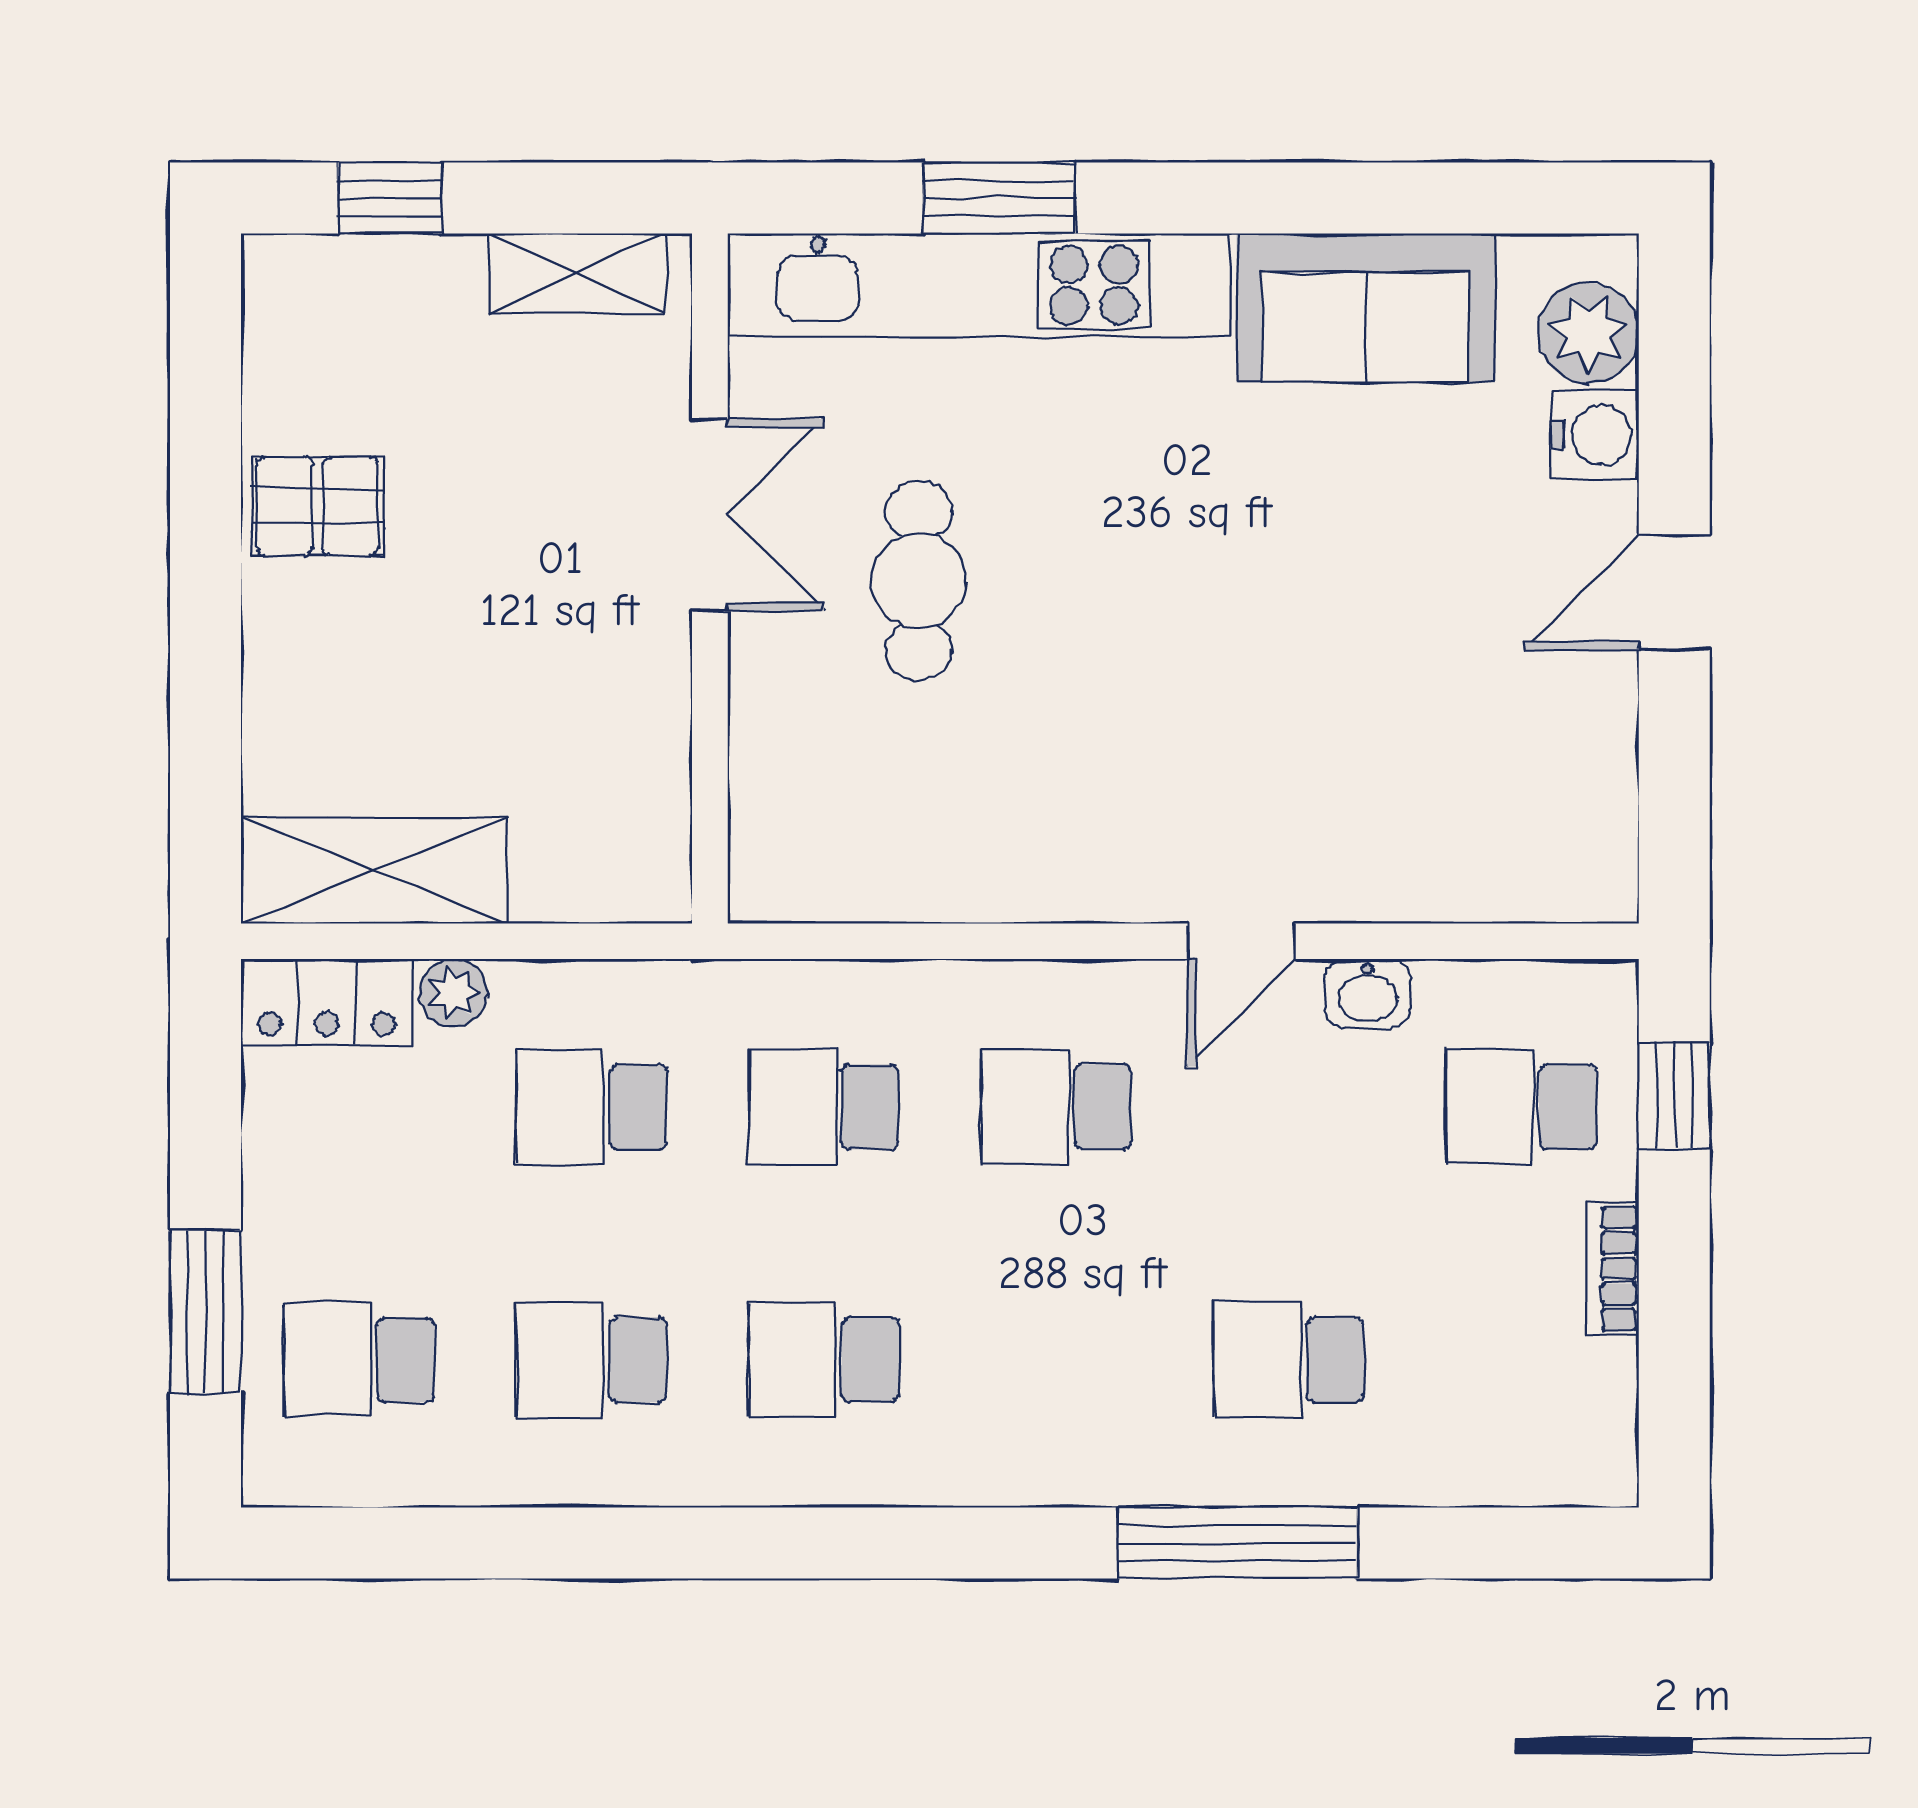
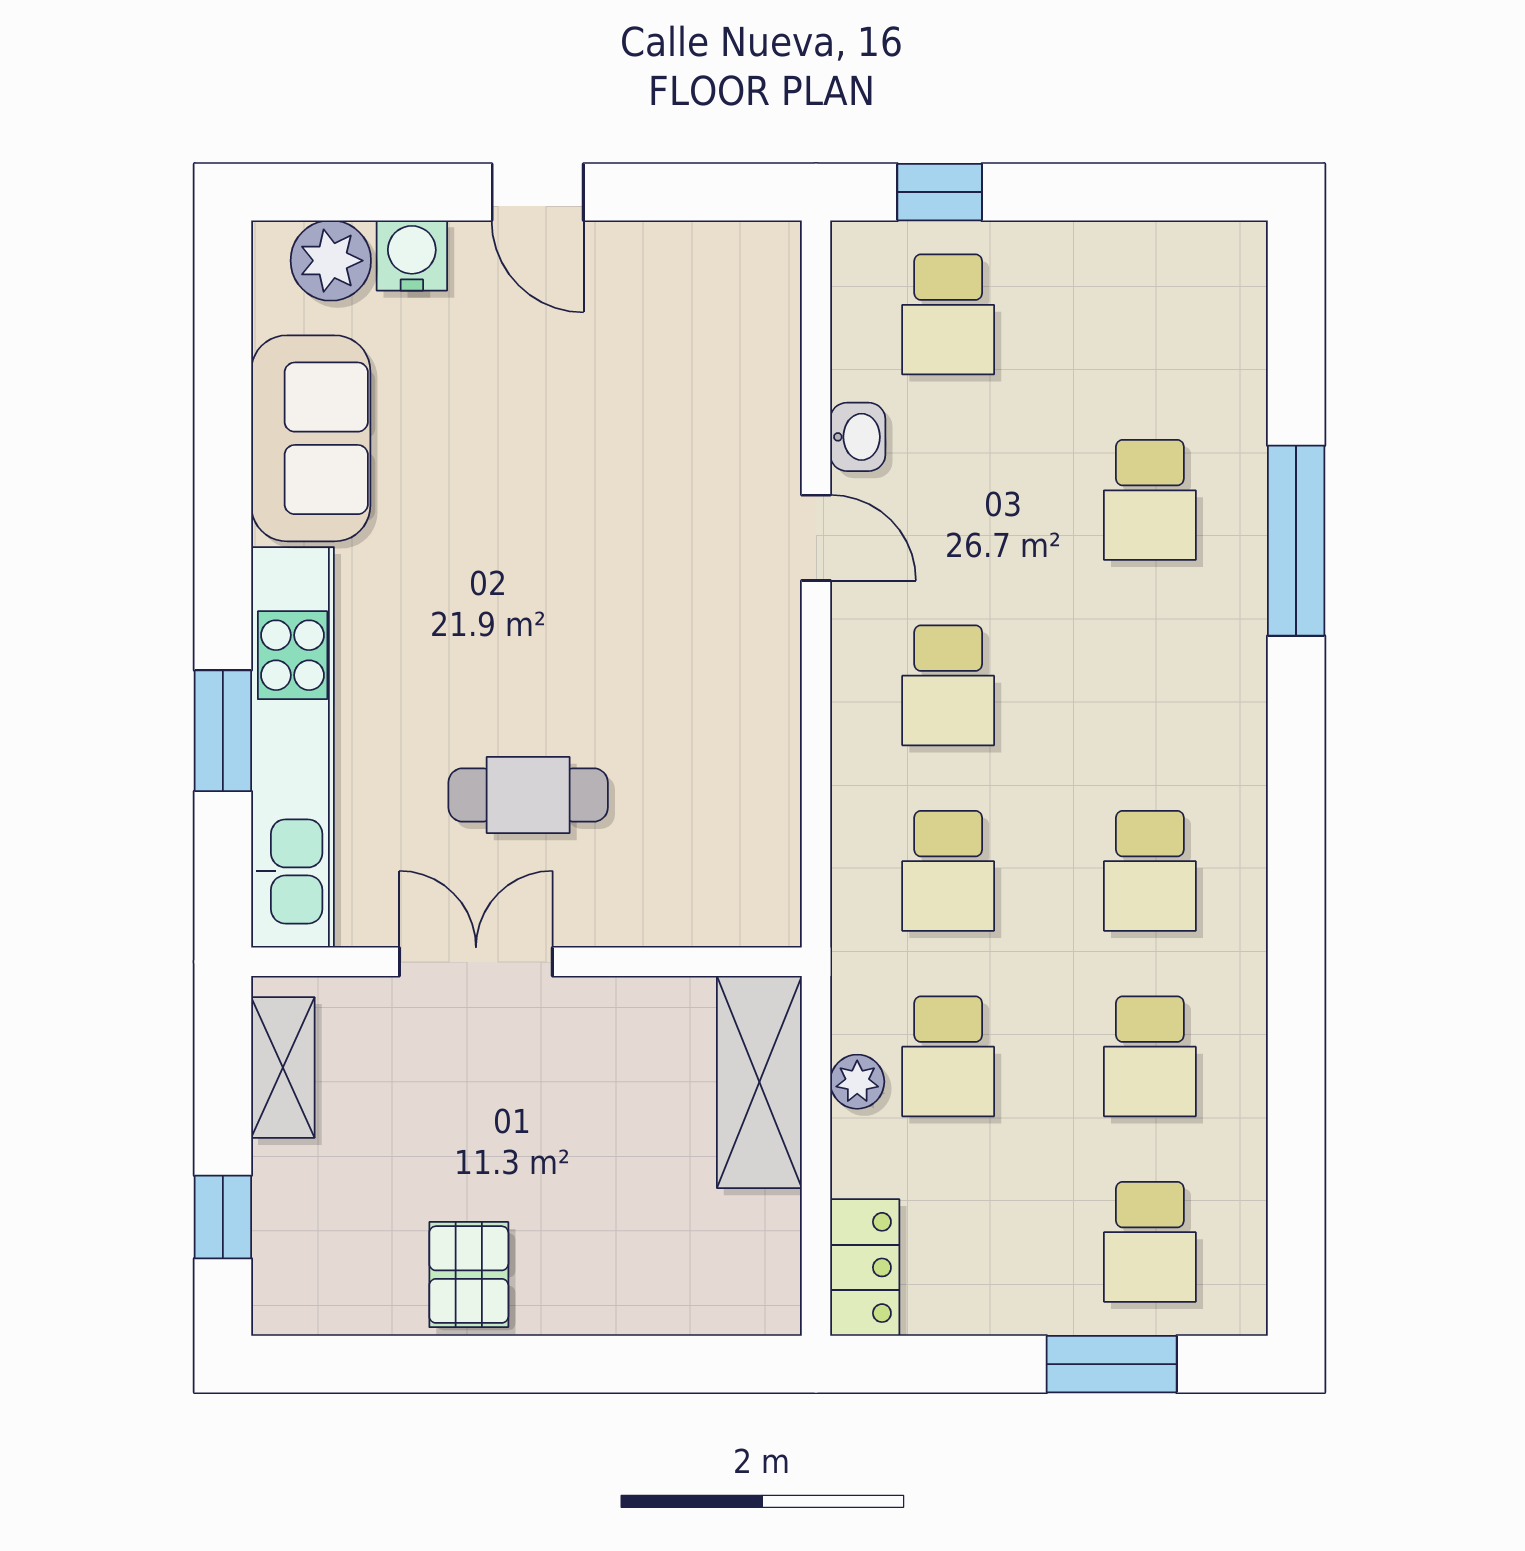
shelving: (374, 870) -> (759, 1082), moved
plant: (453, 993) -> (857, 1082), moved
bookcase: (1612, 1269) -> (1077, 241), removed

